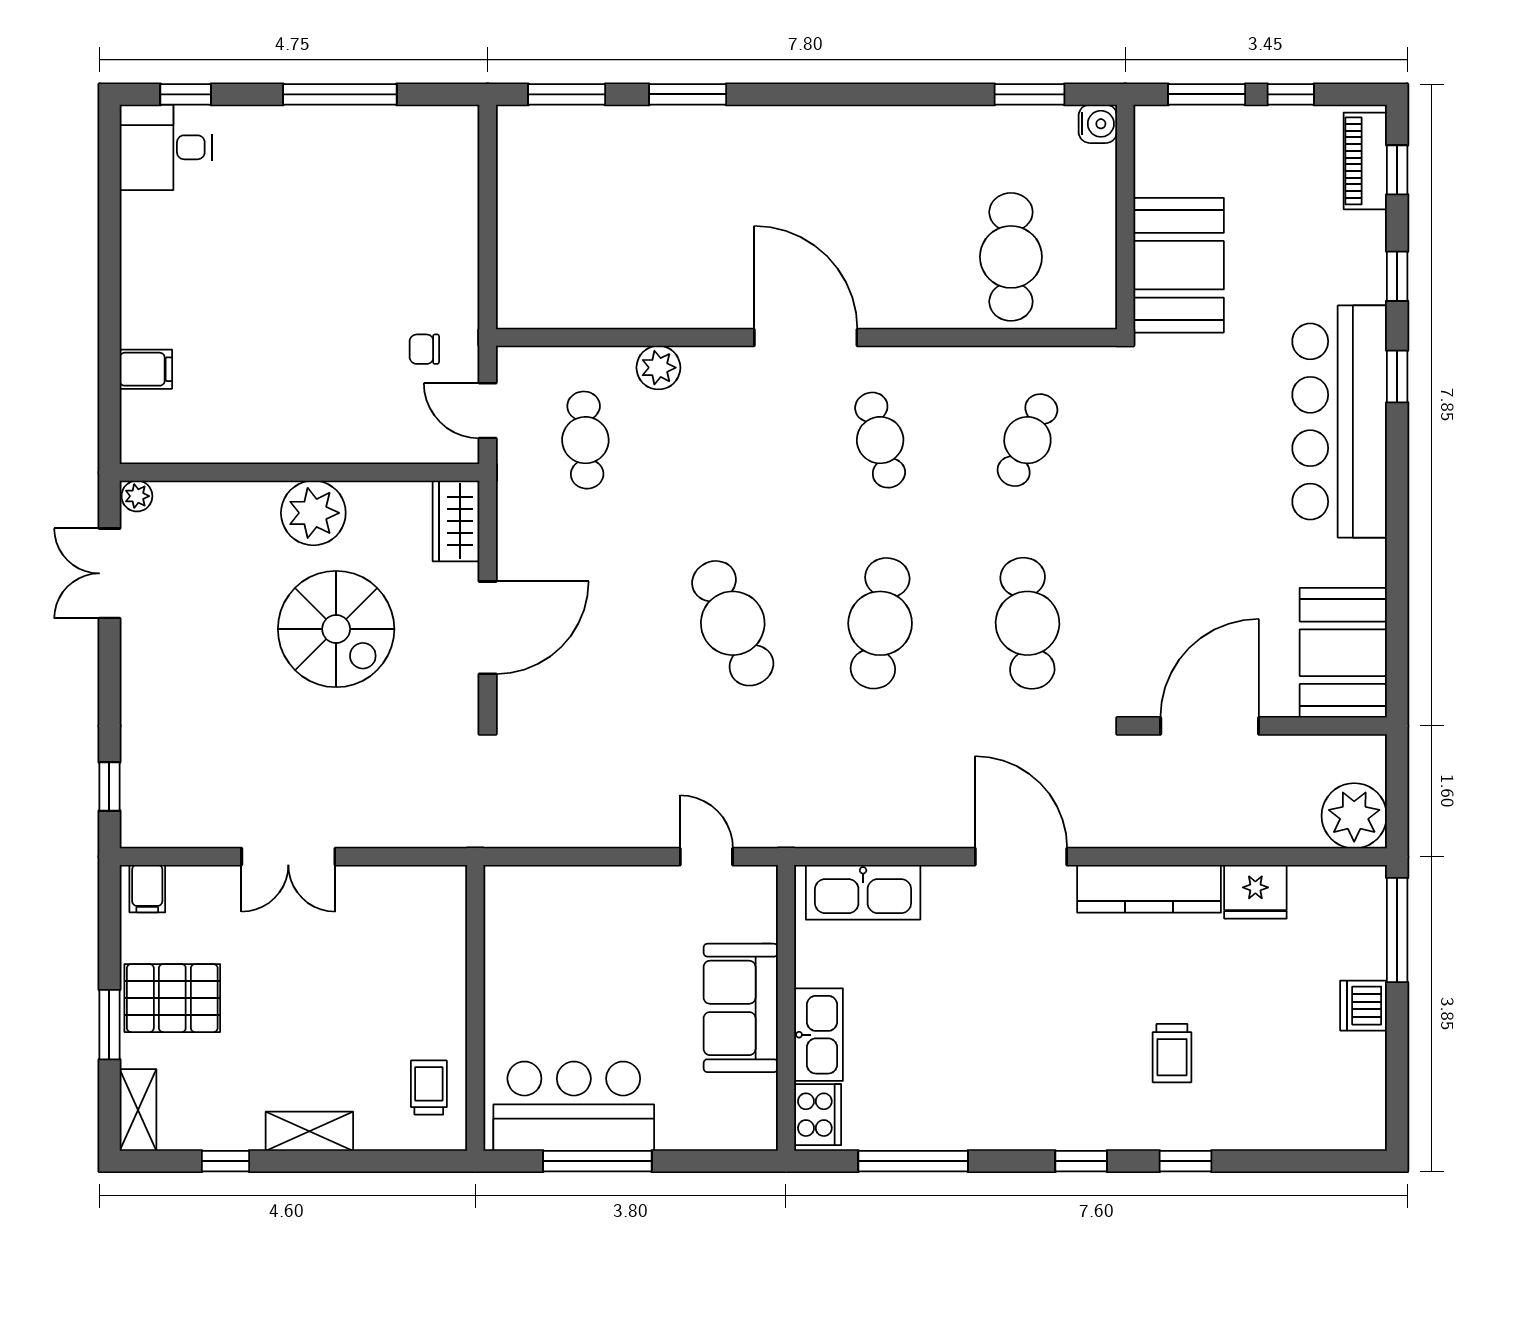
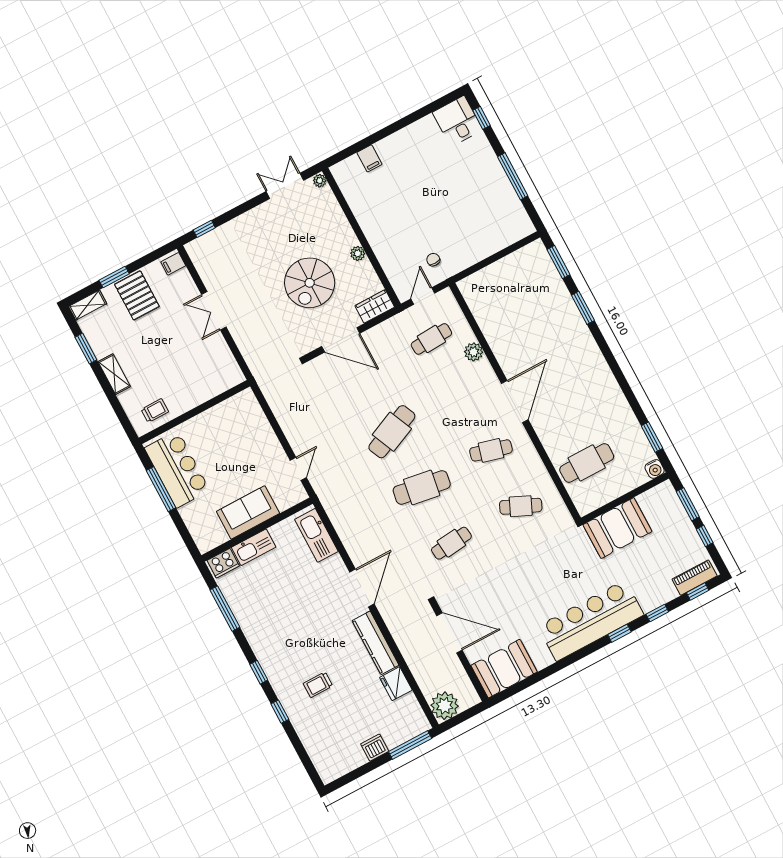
cafe table: (880, 440) -> (491, 450), turned 30
plant: (313, 513) -> (358, 253), width x0.53, depth x0.53
cafe table: (1027, 623) -> (451, 543), width x0.73, depth x0.74
window: (226, 1161) -> (86, 349), width x1.50

